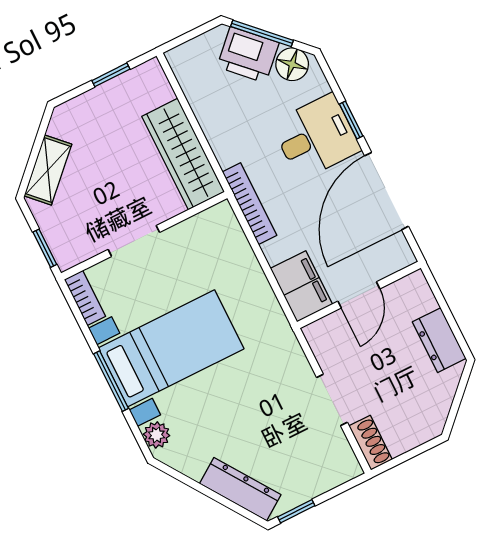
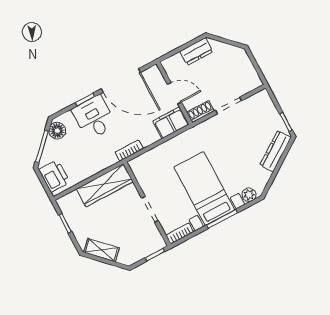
printer: (248, 55) -> (54, 176), moved, turned -45
shelving: (48, 170) -> (101, 250), moved
bookcase: (249, 204) -> (129, 151), width x0.64
shoe rack: (371, 443) -> (200, 111), moved

